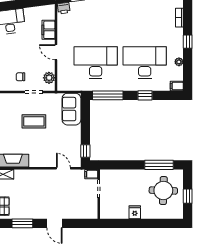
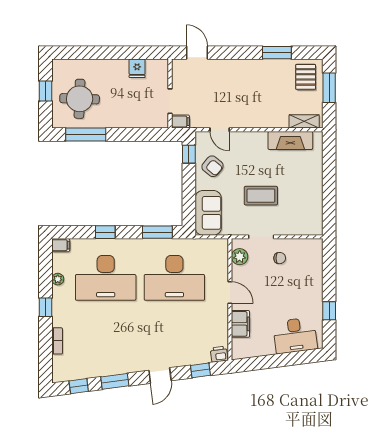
window: (108, 95) -> (157, 232), width x0.69
armchair: (68, 142) -> (212, 166), added
fridge: (135, 212) -> (137, 68), moved
door: (54, 223) -> (197, 53), moved

